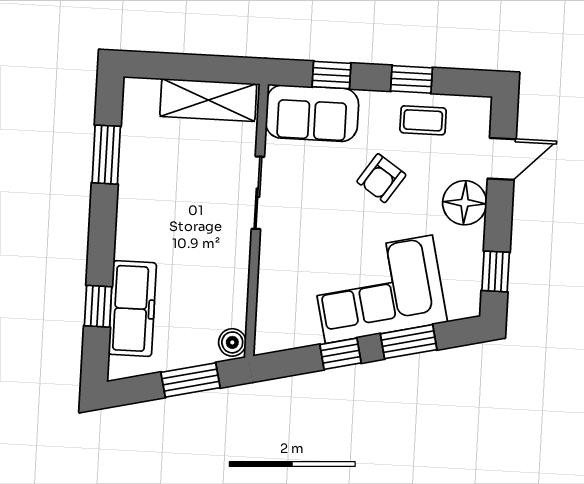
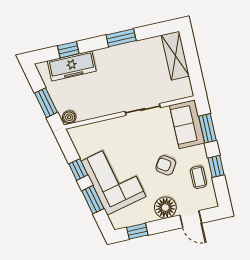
window: (332, 75) -> (207, 128), width x1.50
shelving: (208, 100) -> (175, 56), moved
window: (106, 155) -> (121, 38), moved

